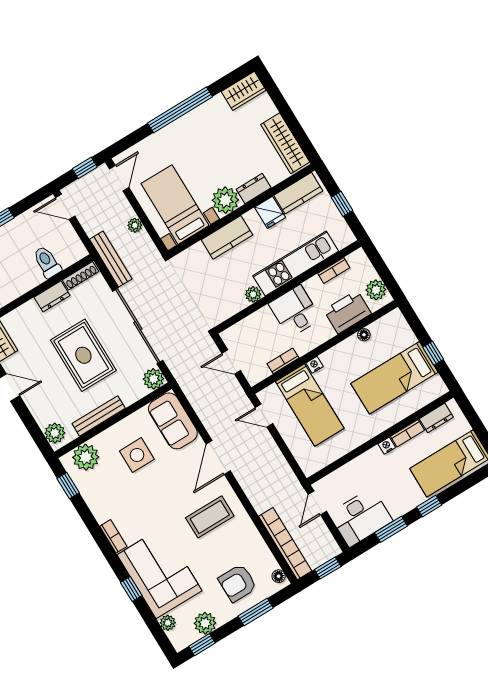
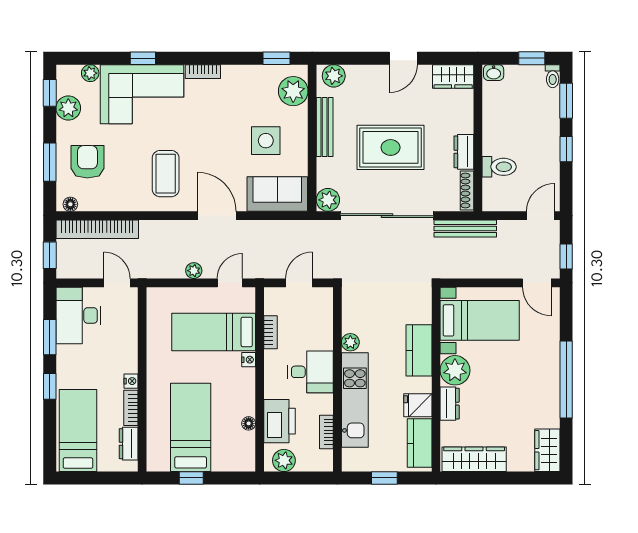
plant: (135, 225) -> (194, 271), moved

